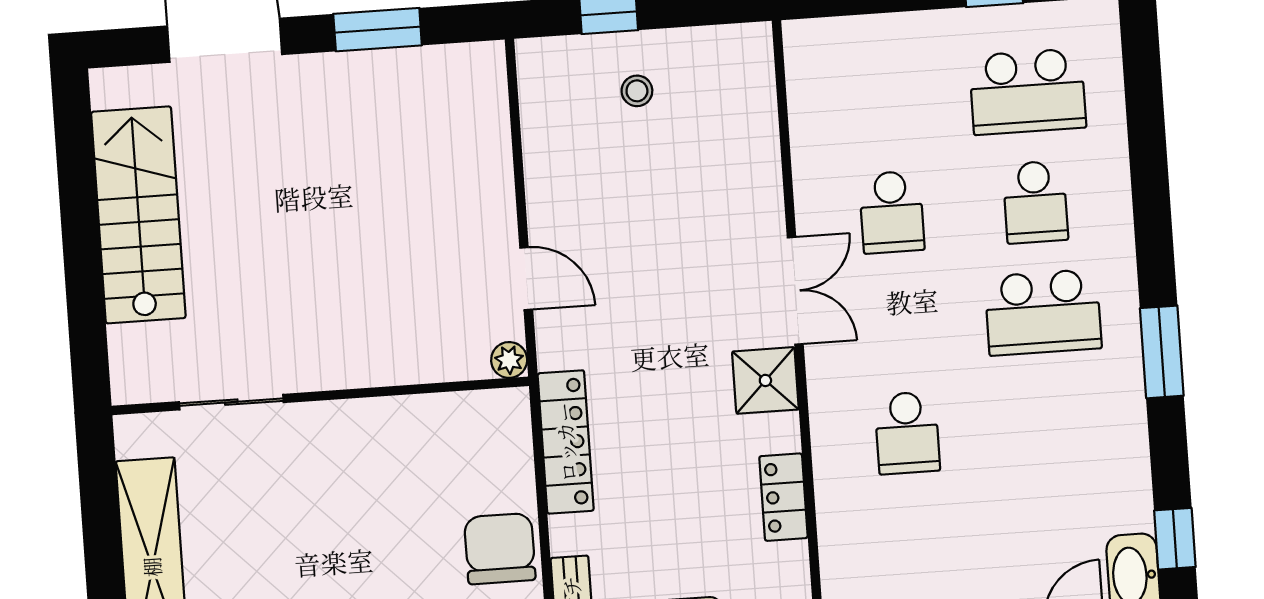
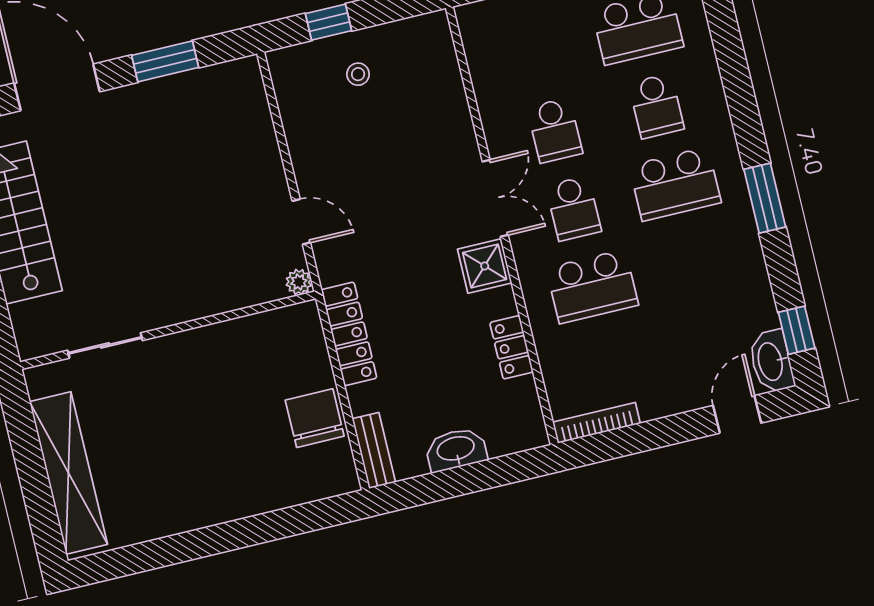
school desk: (899, 322) -> (574, 208), added
school desk: (907, 433) -> (592, 286), width x1.85

